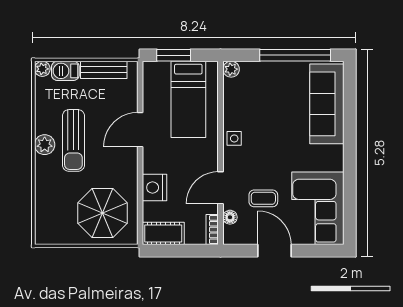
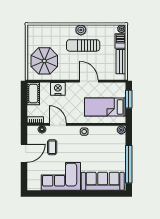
corner sofa: (318, 208) -> (61, 176), moved

